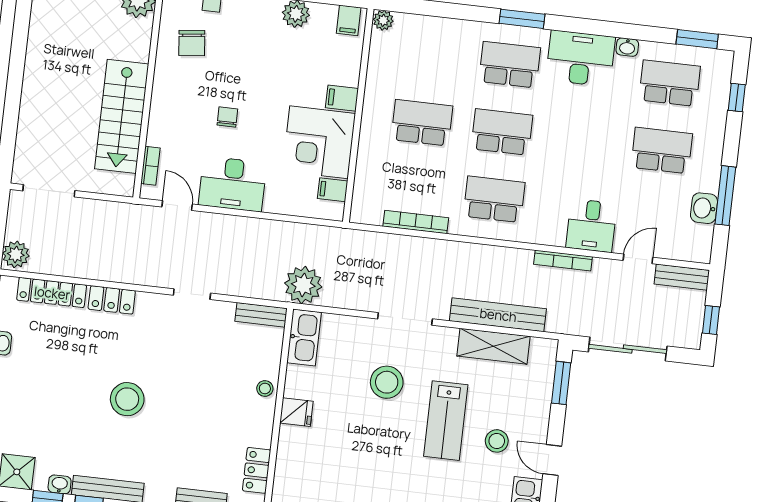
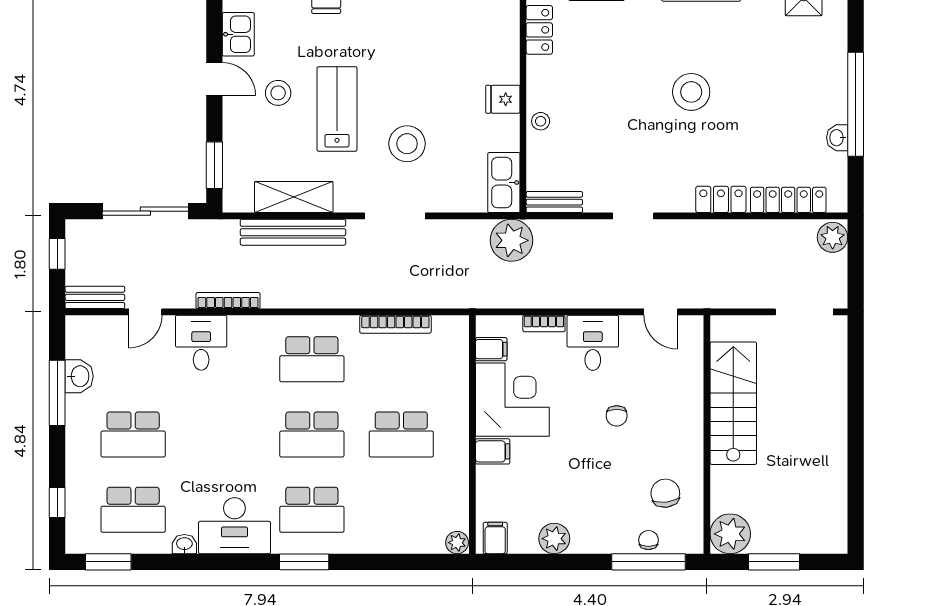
bookcase: (150, 166) -> (544, 323), moved, turned -90
desk: (233, 184) -> (593, 343), width x0.73

